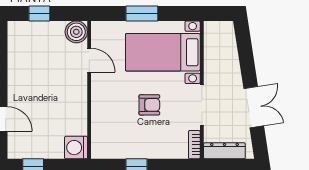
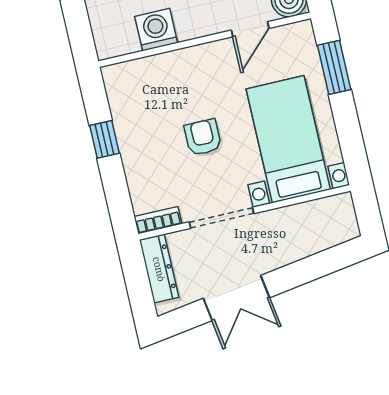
window: (142, 13) -> (334, 67), moved
armchair: (149, 105) -> (203, 137), turned 180
washing machine: (76, 148) -> (156, 30), moved

